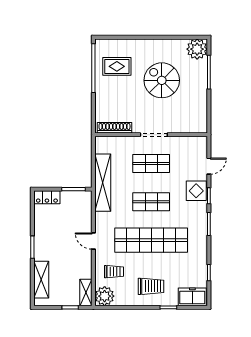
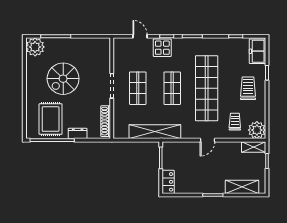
rug: (117, 66) -> (51, 119), width x1.36, depth x1.43
dresser: (101, 96) -> (78, 133), added

